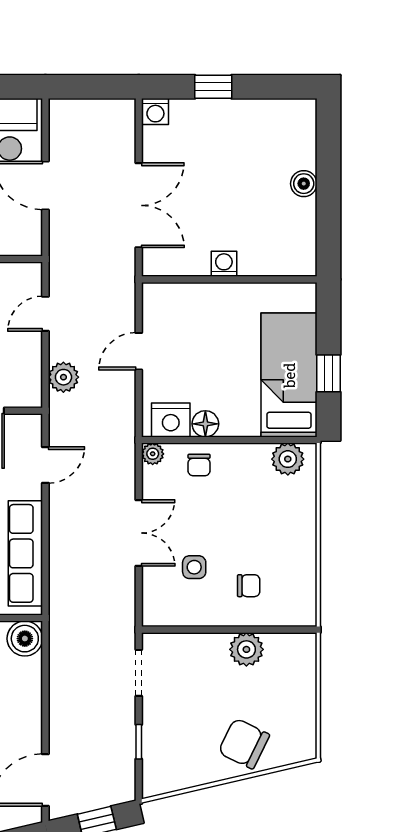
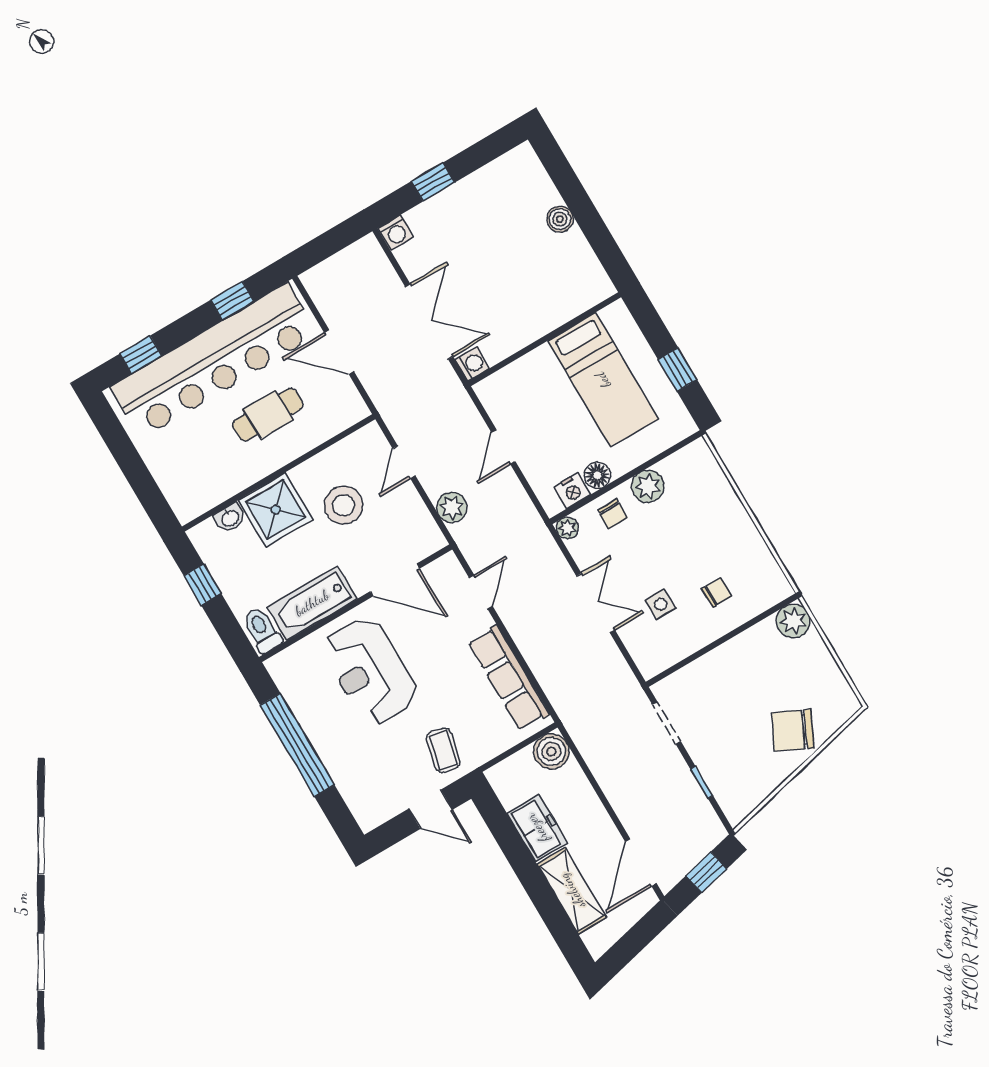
washing machine: (224, 264) -> (472, 364), moved, turned 90
bed: (289, 375) -> (603, 380), moved, turned 180
nightstand: (171, 420) -> (572, 491), width x0.74, depth x0.75
plant: (288, 459) -> (648, 486), moved
plant: (246, 649) -> (793, 621), moved

